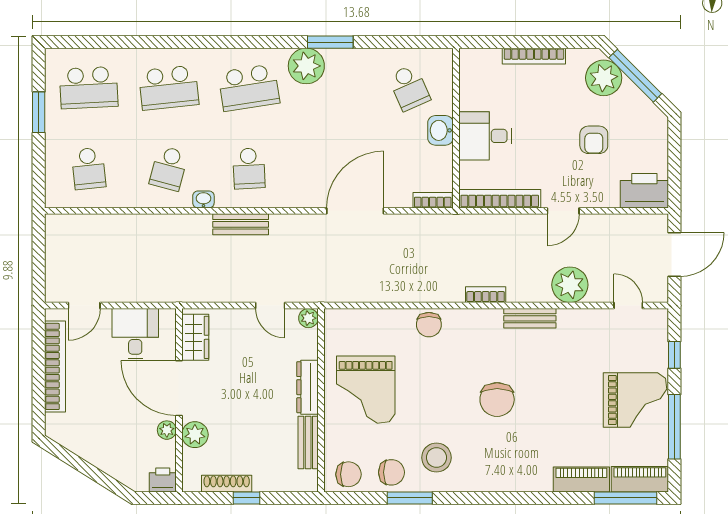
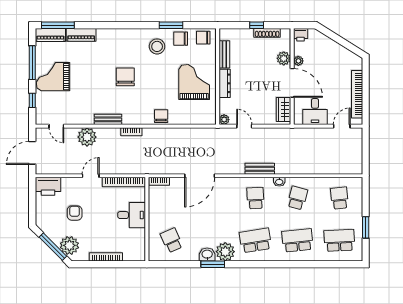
washbasin: (440, 130) -> (207, 255), moved, turned -90

